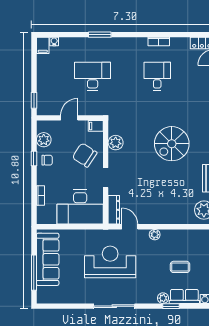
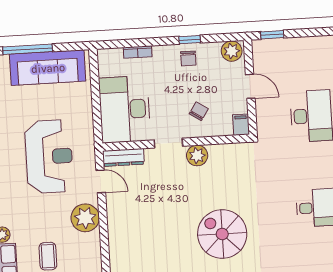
plant: (44, 140) -> (232, 51), moved
plant: (116, 143) -> (197, 156), moved
chair: (85, 155) -> (199, 111), width x0.54, depth x0.54
door: (130, 227) -> (101, 181), hinge flipped
plant: (155, 235) -> (85, 218), width x1.88, depth x1.88

